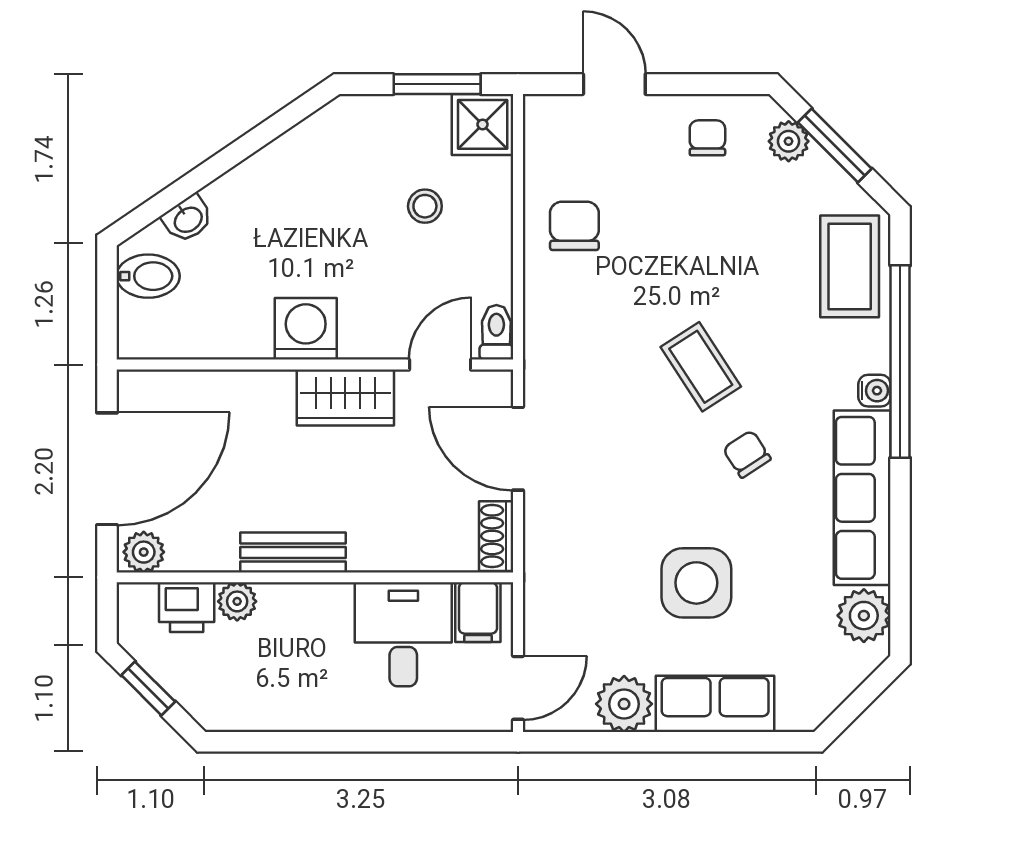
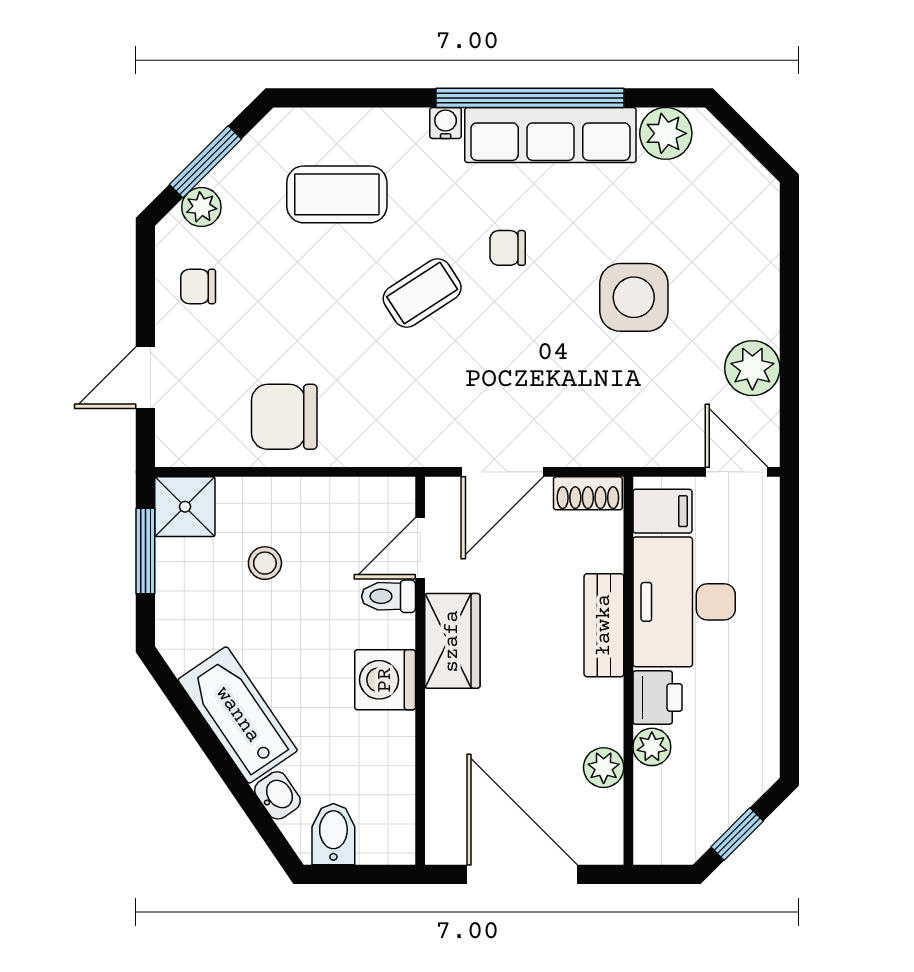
bathtub: (270, 178) -> (238, 715), added
chair: (574, 226) -> (284, 417), width x1.37, depth x1.37
coffee table: (850, 266) -> (337, 194), moved
toilet: (496, 332) -> (388, 596), moved
window: (900, 362) -> (530, 98), moved
door: (440, 365) -> (420, 548), hinge flipped
chair: (747, 454) -> (508, 248), turned 33
plant: (144, 552) -> (604, 768), moved
bench: (293, 552) -> (604, 625), moved
printer: (187, 607) -> (657, 698), moved
desk: (403, 634) -> (684, 602), width x1.37
row of seats: (715, 704) -> (752, 279), removed

